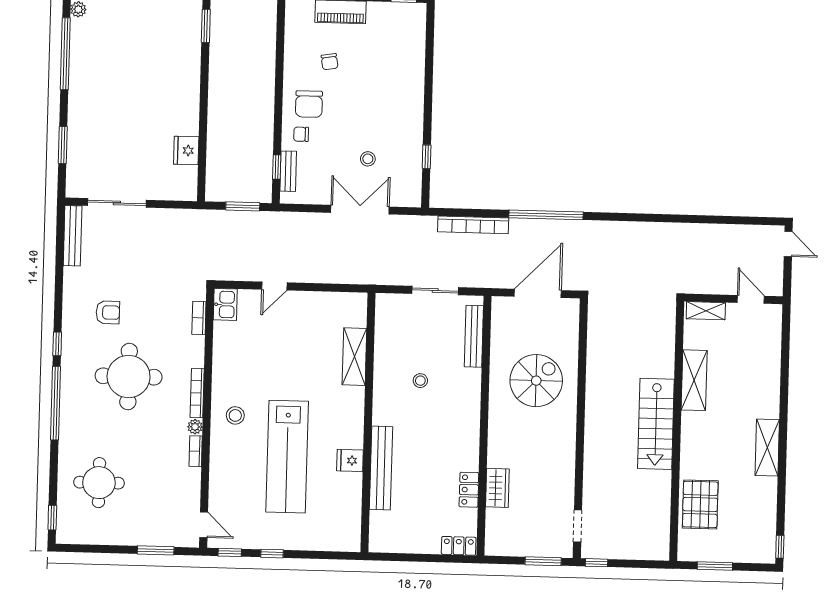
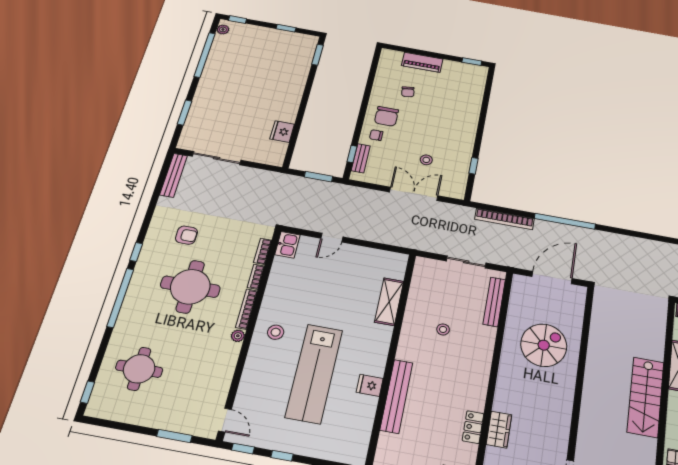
bookcase: (196, 451) -> (256, 277), moved

